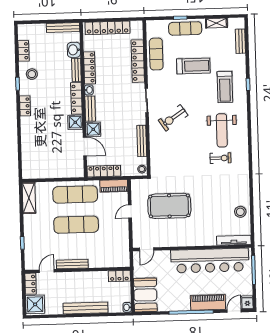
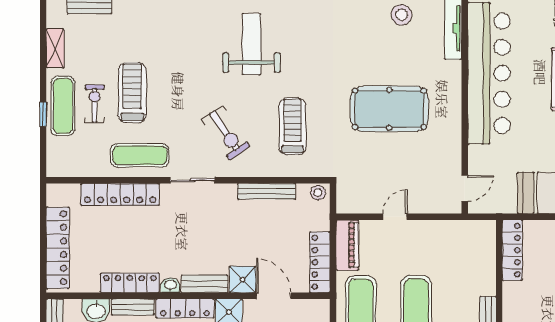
exercise mat: (156, 54) -> (140, 155), moved
treadmill: (225, 87) -> (292, 126), moved, turned -90
weight bench: (222, 130) -> (251, 44), turned -90
door: (85, 146) -> (274, 296), hinge flipped
exercise bike: (220, 158) -> (95, 104), moved
pool table: (169, 206) -> (389, 109), moved, turned 90
door: (130, 211) -> (395, 217), swing flipped
door: (147, 249) -> (465, 188), hinge flipped
locker: (119, 276) -> (512, 250), width x1.53

